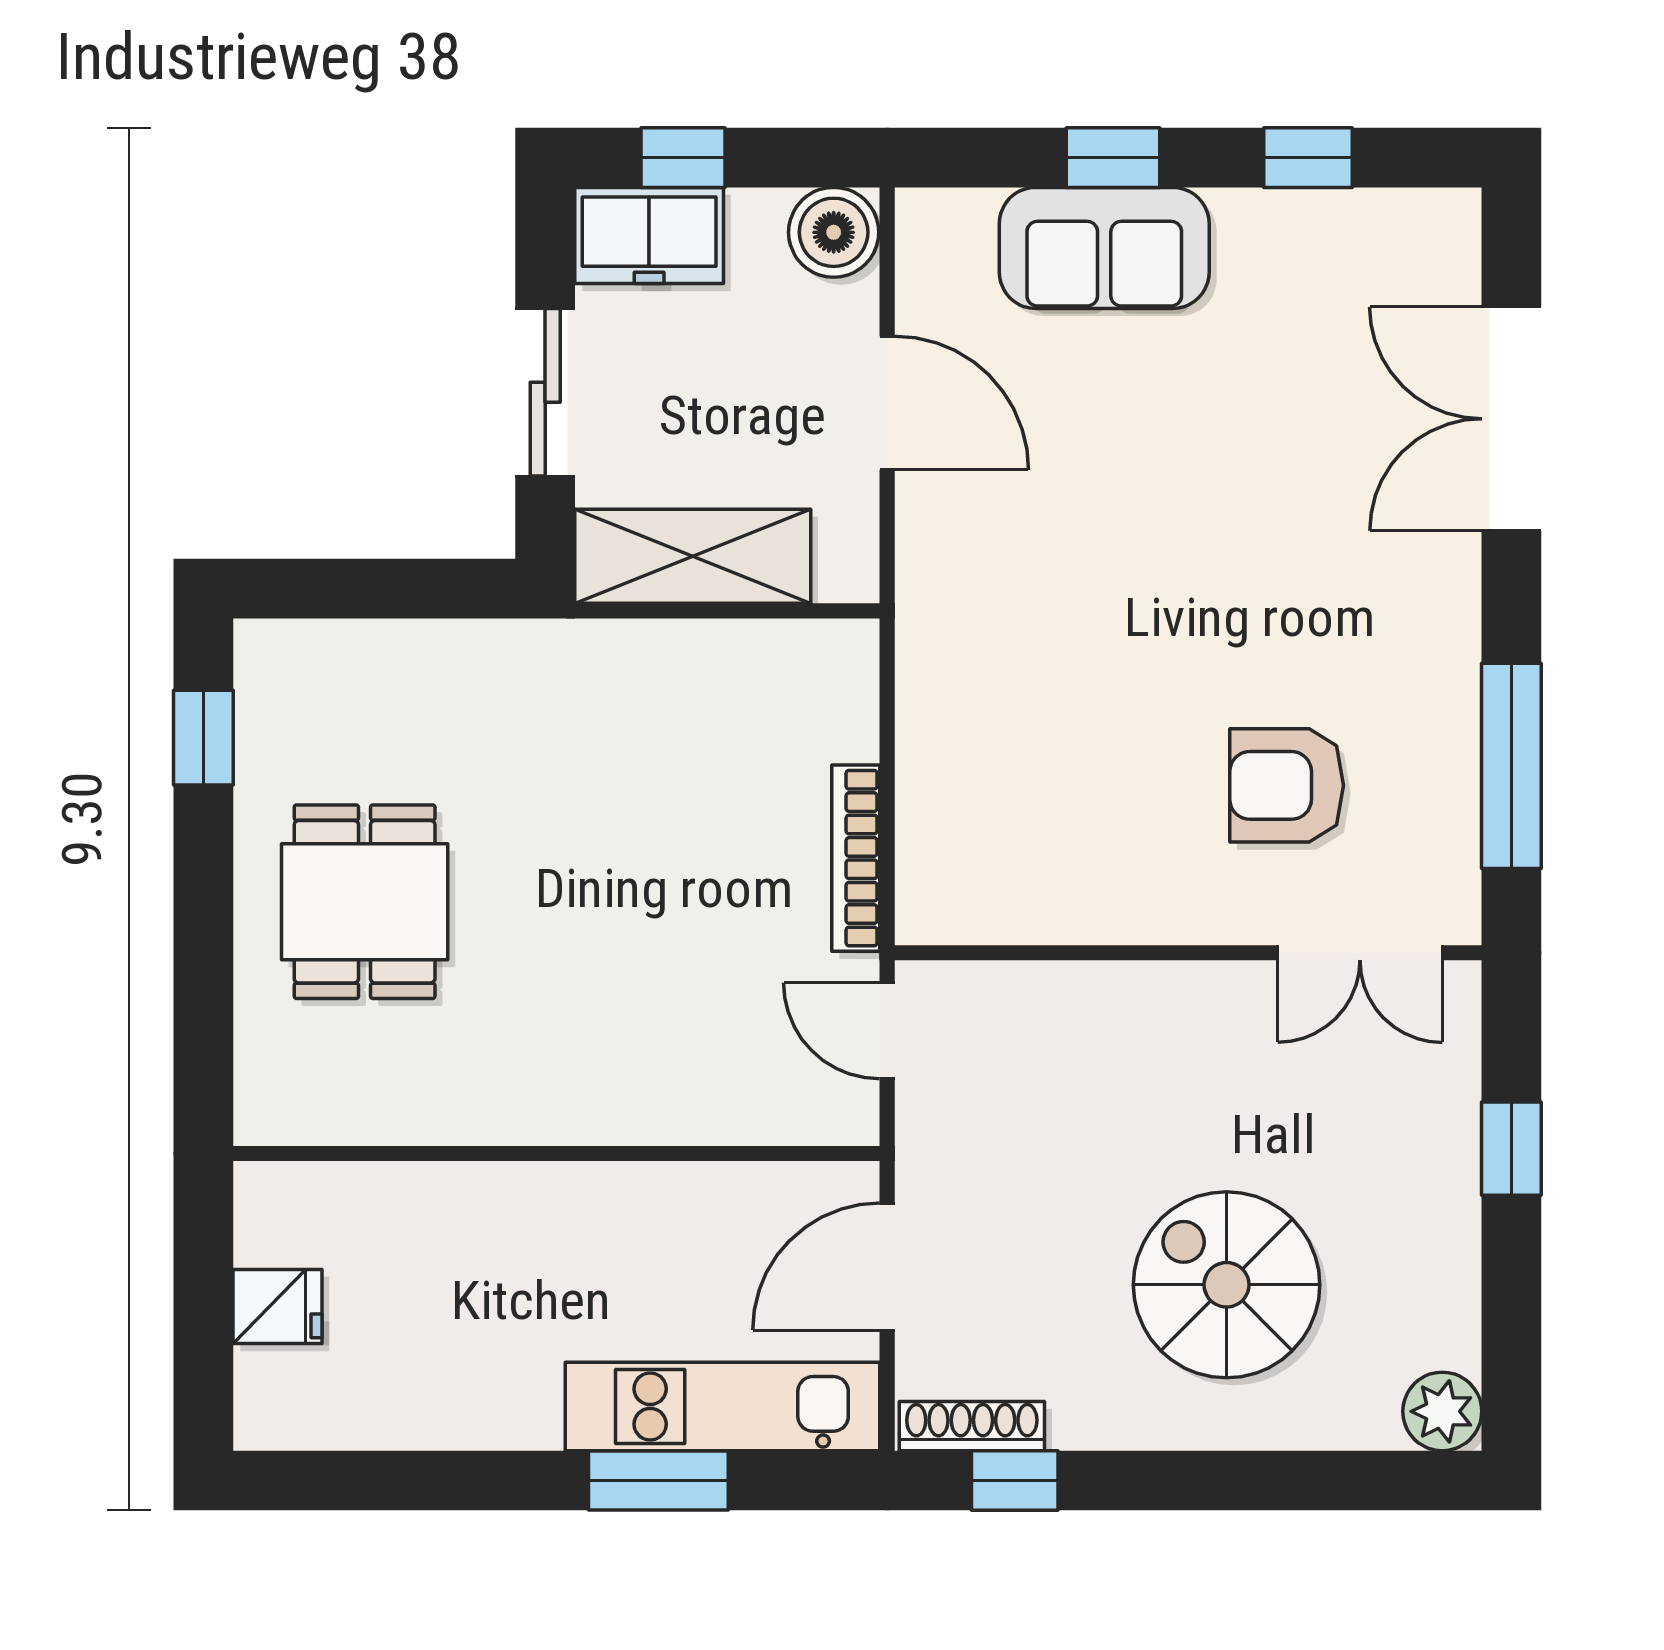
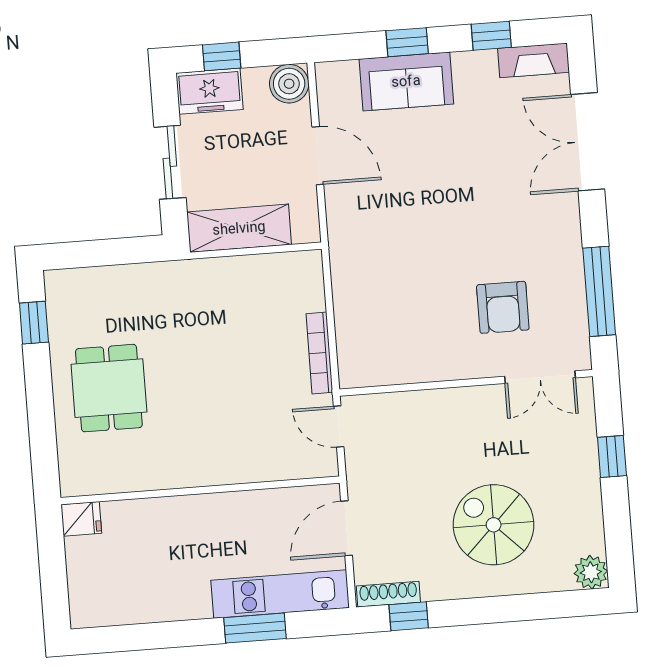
fireplace: (1401, 222) -> (534, 60), added
armchair: (1287, 785) -> (503, 307), turned -90
fridge: (277, 1307) -> (81, 519), moved

